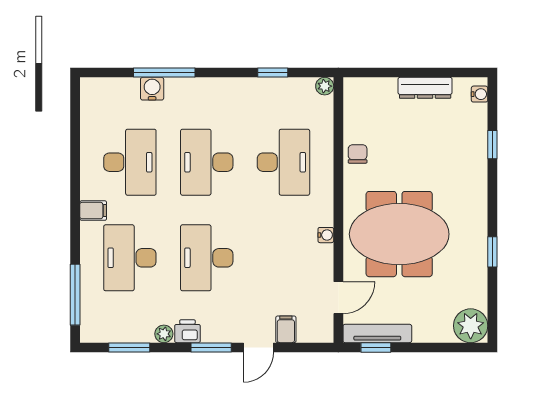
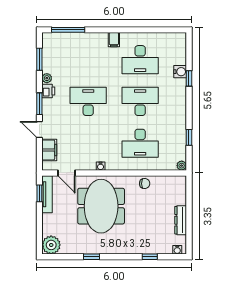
window: (164, 73) -> (189, 78), width x0.46
desk: (130, 258) -> (88, 60), removed
filing cabinet: (286, 329) -> (49, 150), width x2.00

